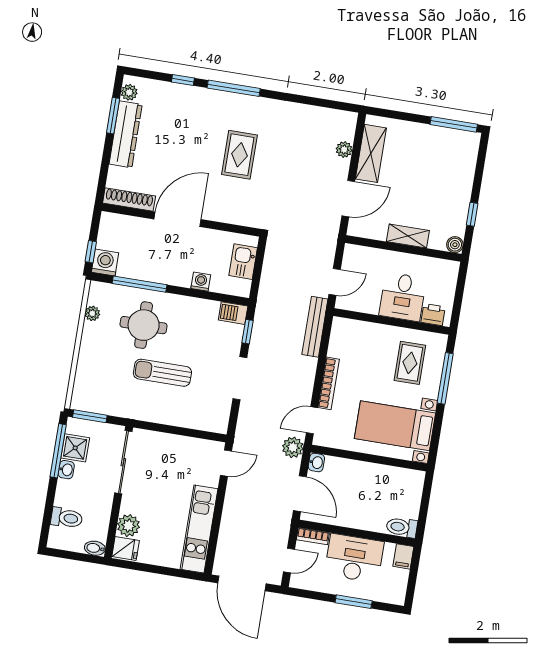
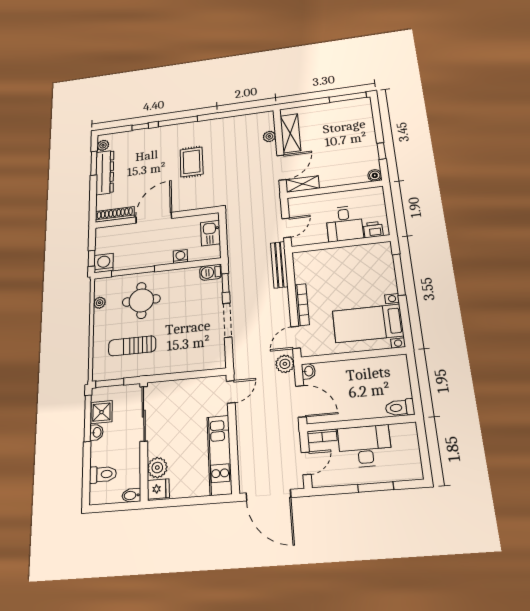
shelving: (408, 236) -> (302, 184), moved
rug: (410, 363) -> (365, 271), removed
sun lounger: (162, 373) -> (132, 346), moved
filing cabinet: (403, 556) -> (409, 433), removed

